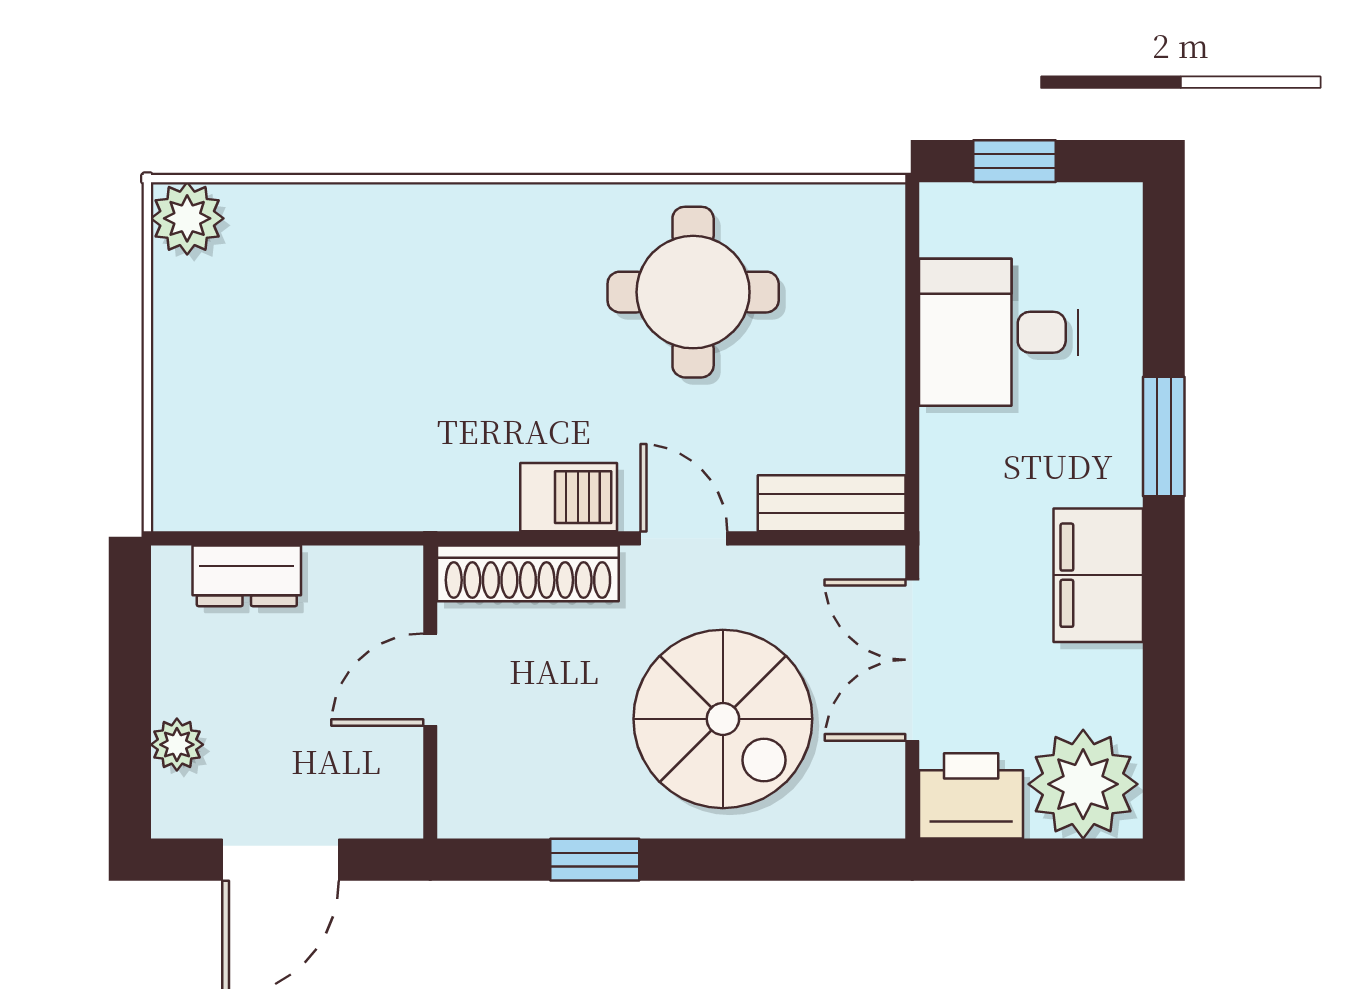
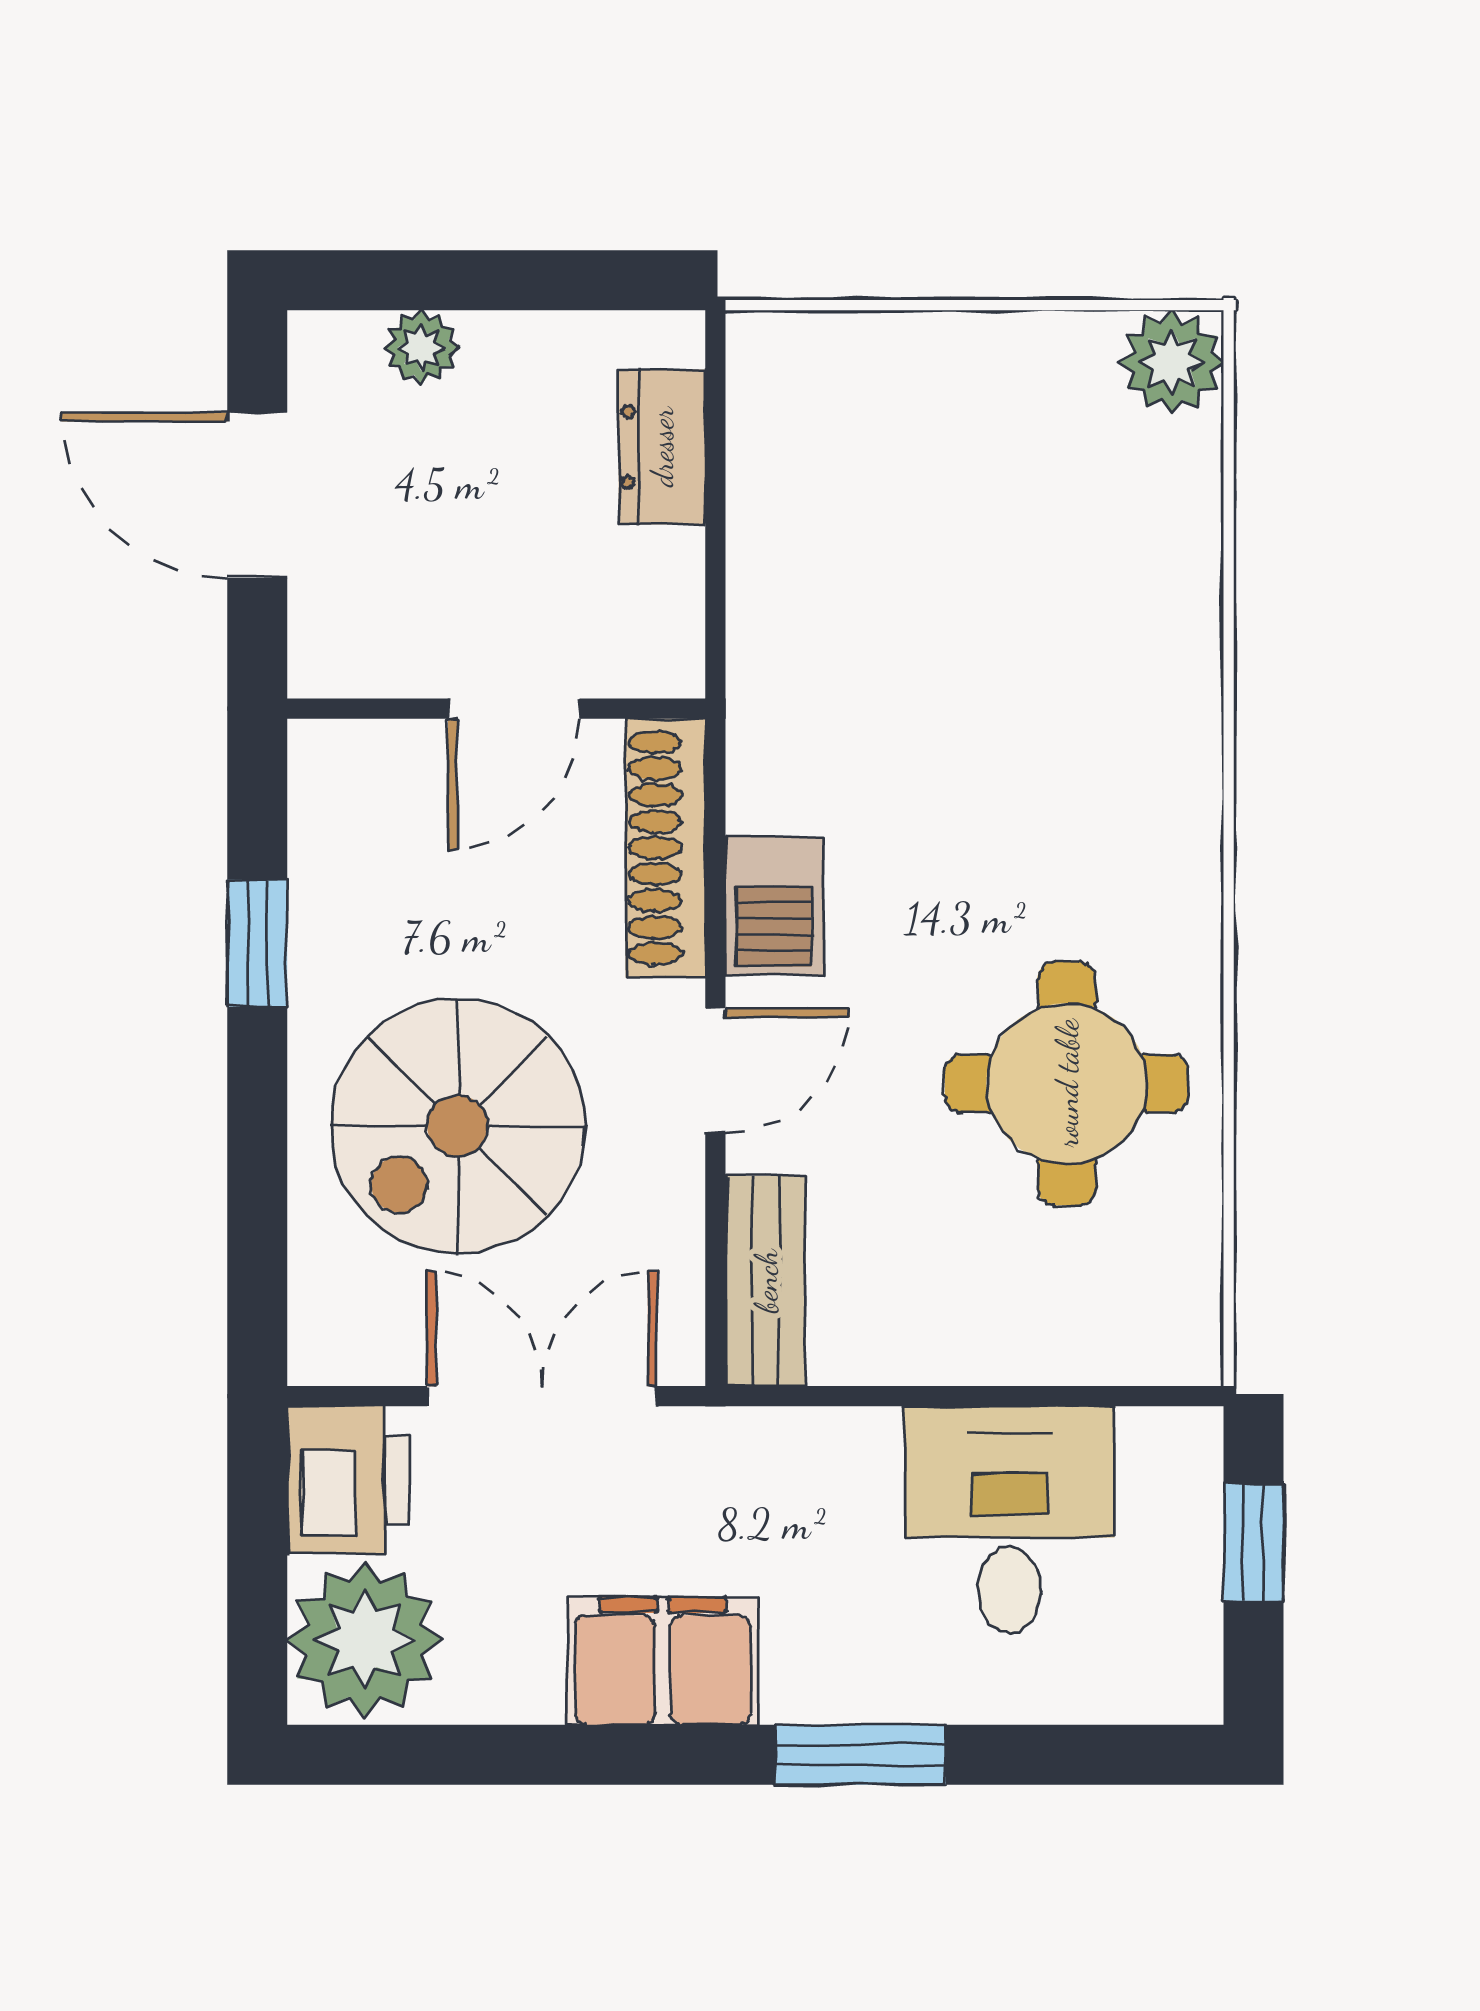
door: (430, 680) -> (514, 709), swing flipped

